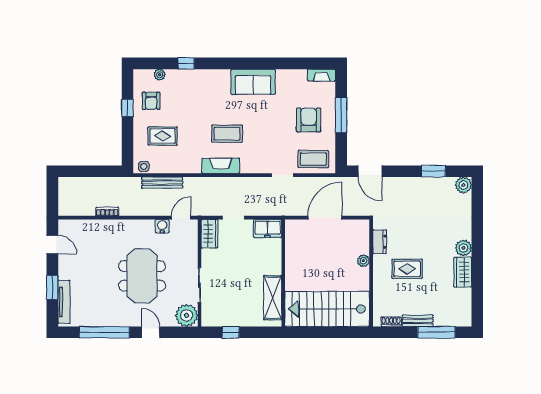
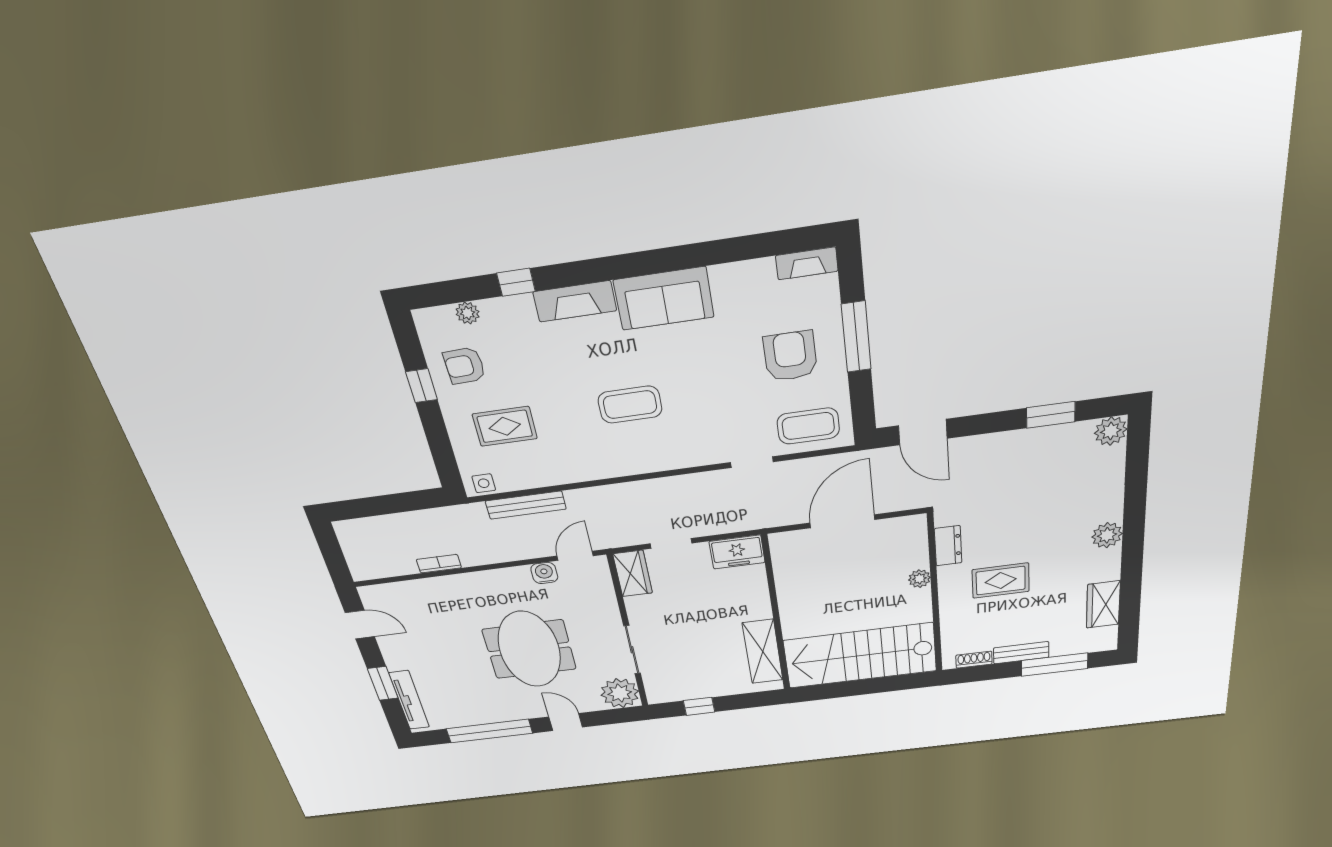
armchair: (151, 101) -> (464, 366), turned 88
fireplace: (221, 166) -> (575, 301), moved, turned 180
wardrobe: (463, 272) -> (1103, 605), moved

